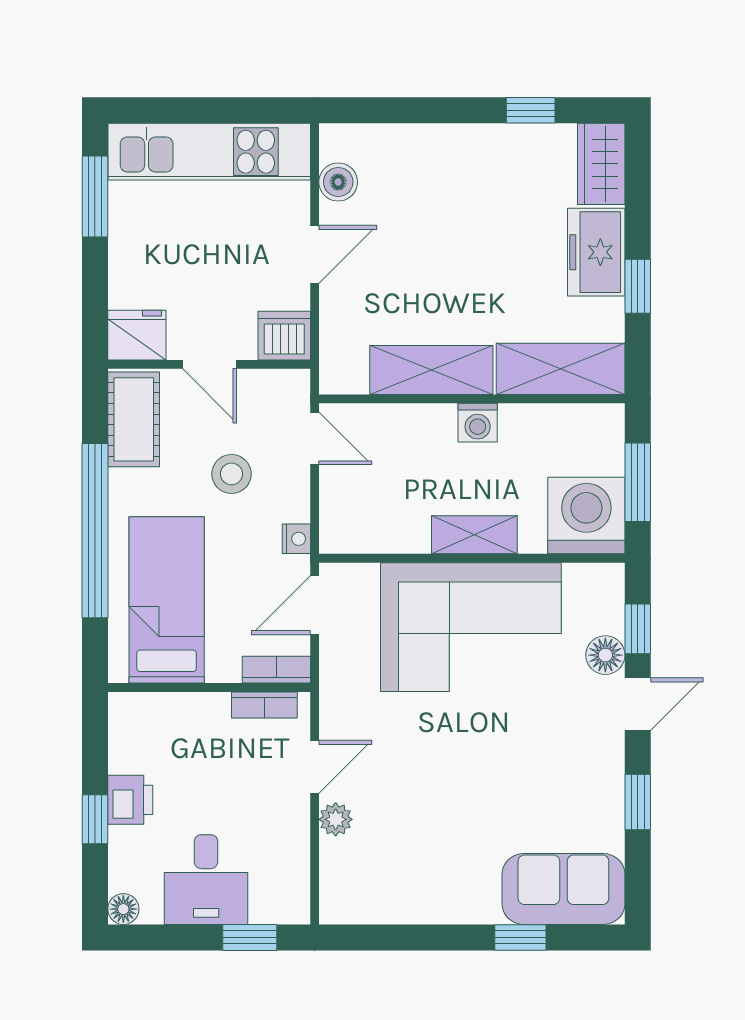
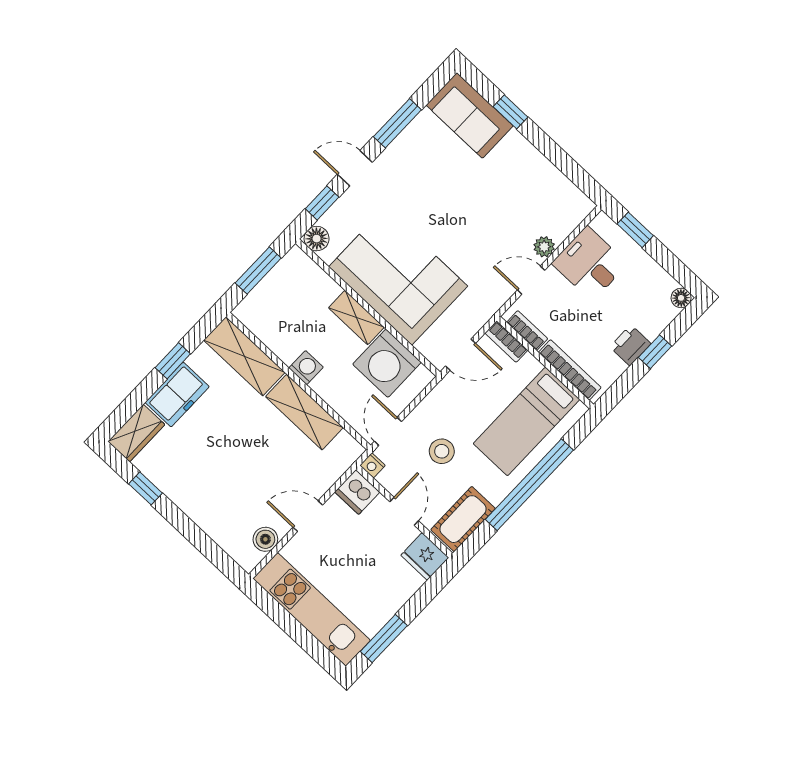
washing machine: (586, 516) -> (387, 363), moved
nightstand: (296, 539) -> (373, 465), moved, turned -90
floor lamp: (605, 655) -> (317, 239), moved
bookcase: (173, 706) -> (570, 370), added
window: (638, 802) -> (397, 123), width x1.50
desk: (206, 880) -> (590, 264), moved, turned -90

